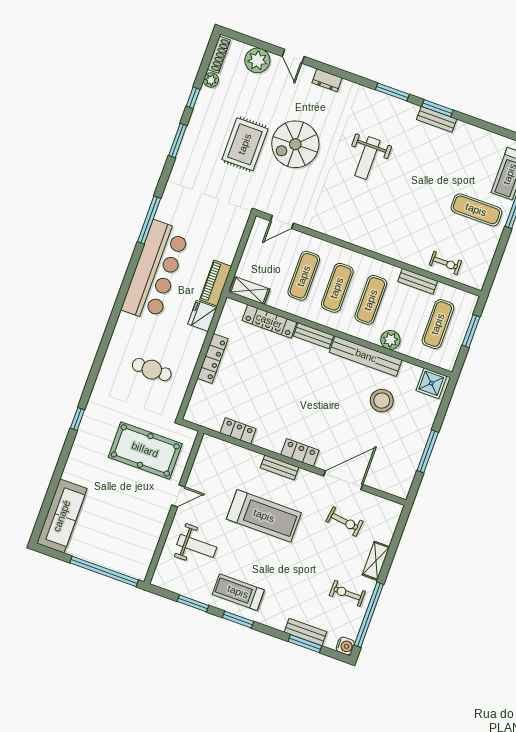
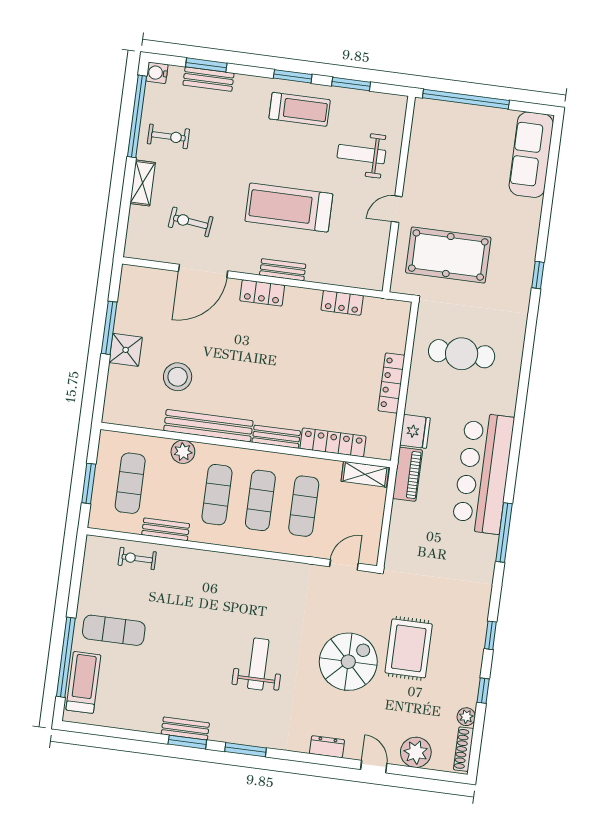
window: (178, 141) -> (490, 635), width x0.67
cafe table: (152, 370) -> (462, 354), width x1.37, depth x1.35
shower: (431, 383) -> (126, 350), moved

